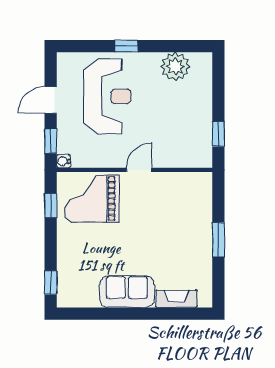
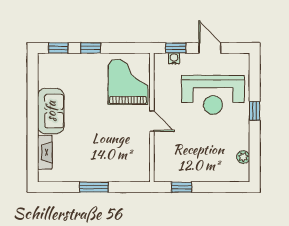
plant: (175, 67) -> (243, 157), width x0.53, depth x0.53
water cooler: (63, 161) -> (174, 58), moved
window: (51, 206) -> (91, 48), moved

